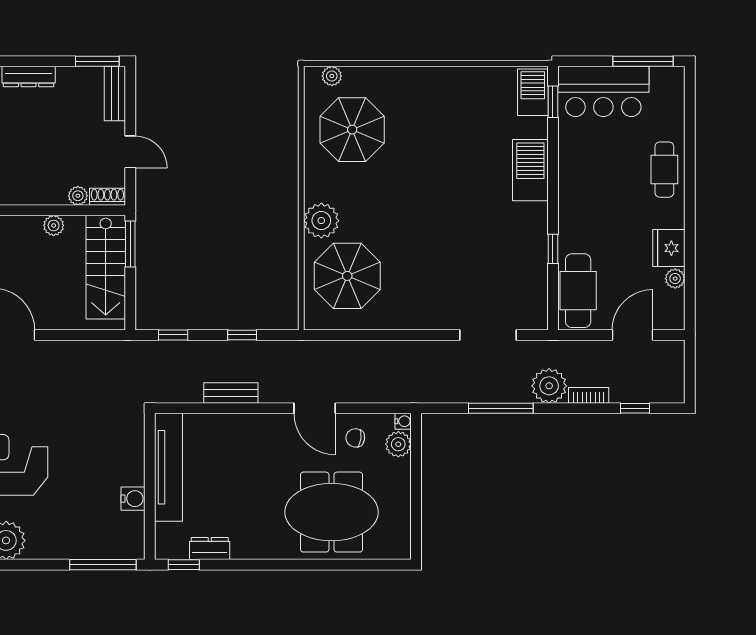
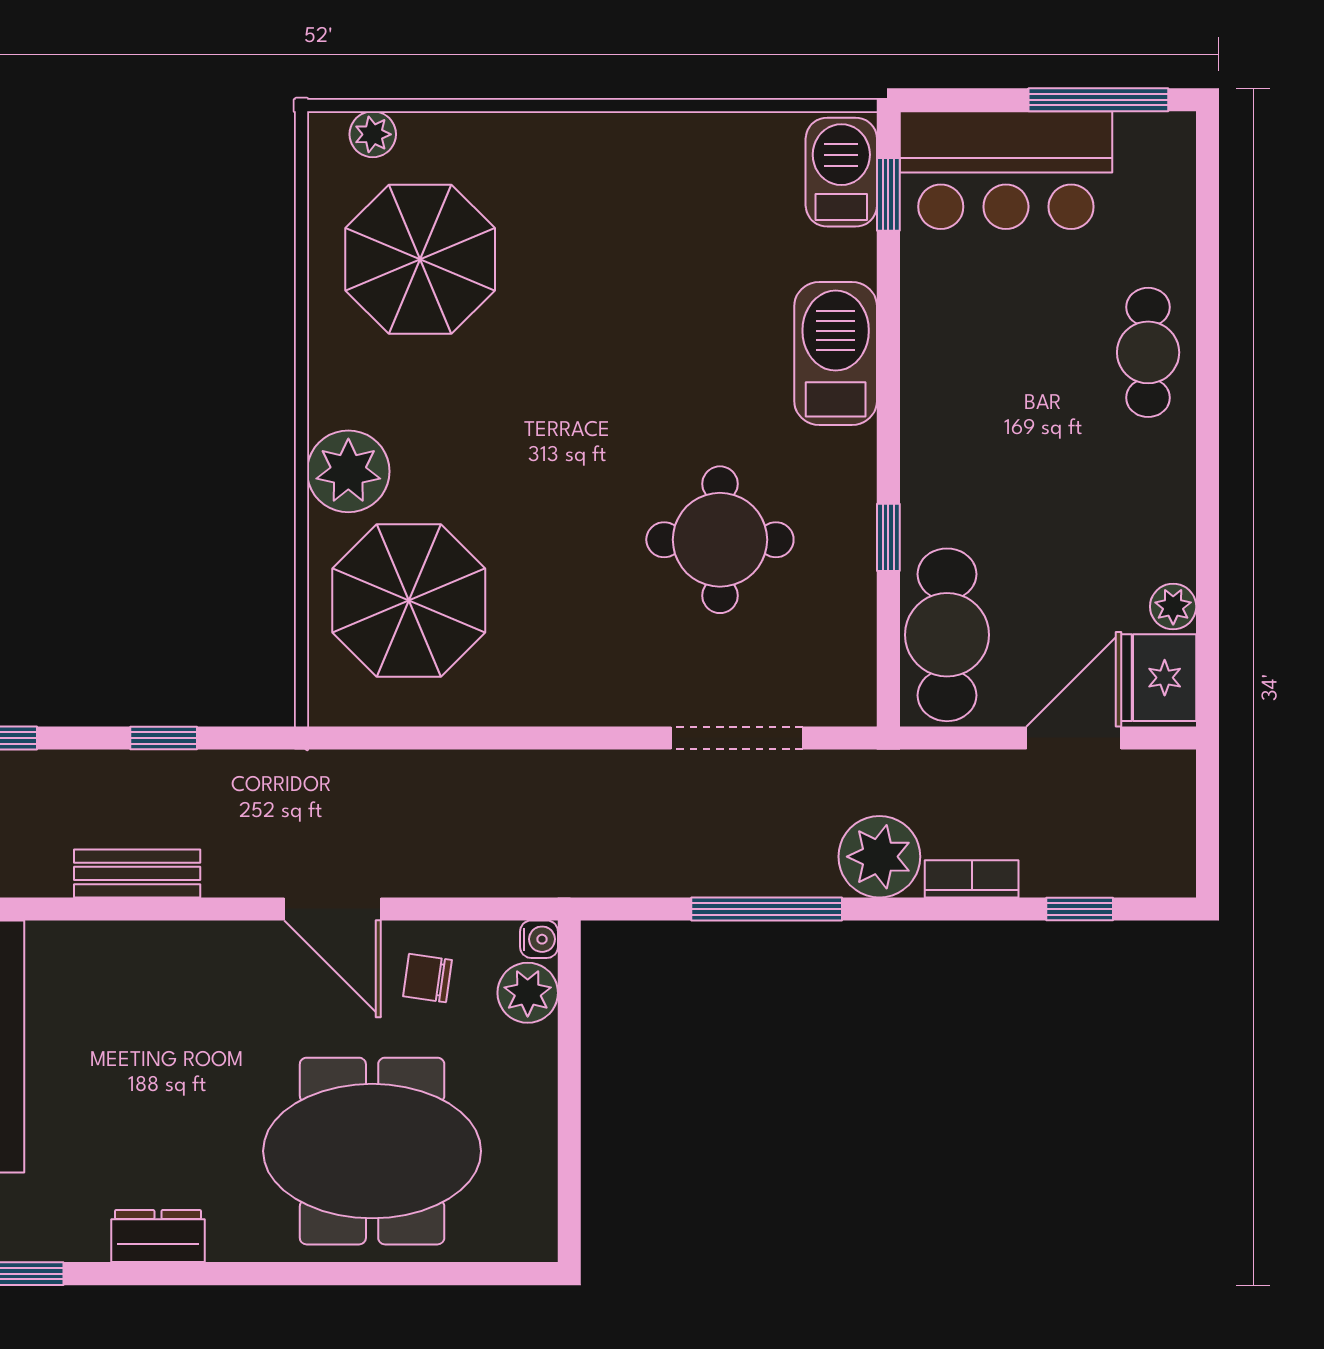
fridge: (669, 248) -> (1159, 678), moved
round table: (481, 250) -> (720, 540), added
dresser: (210, 549) -> (158, 1236), moved

